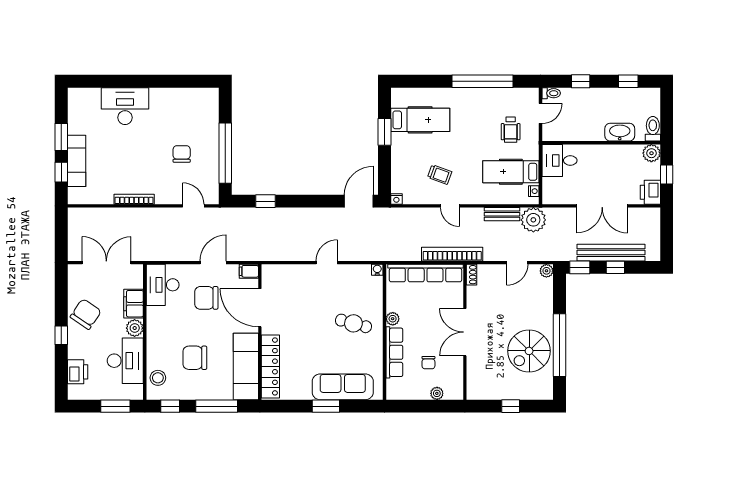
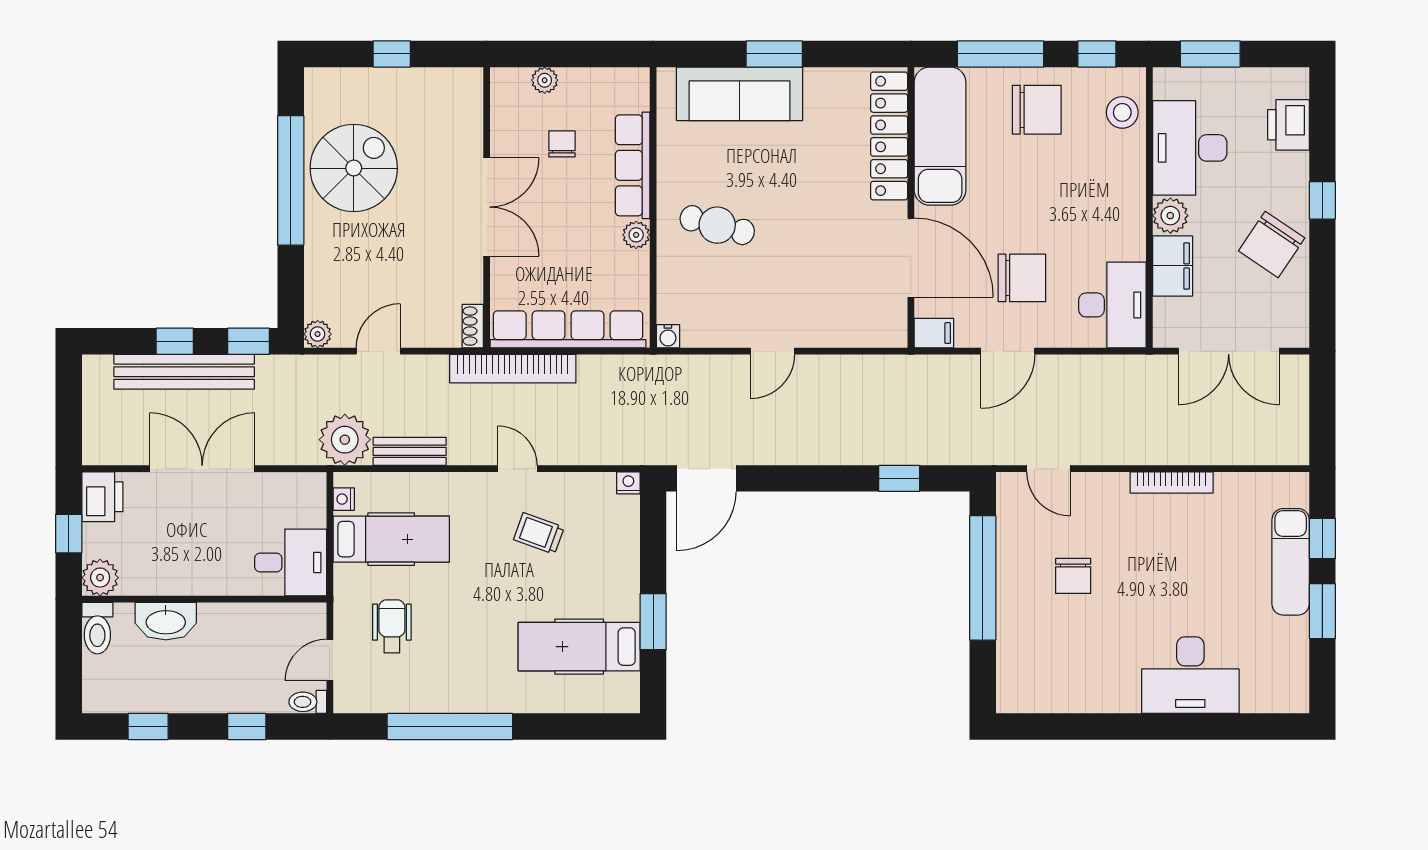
chair: (195, 358) -> (1037, 110), moved

